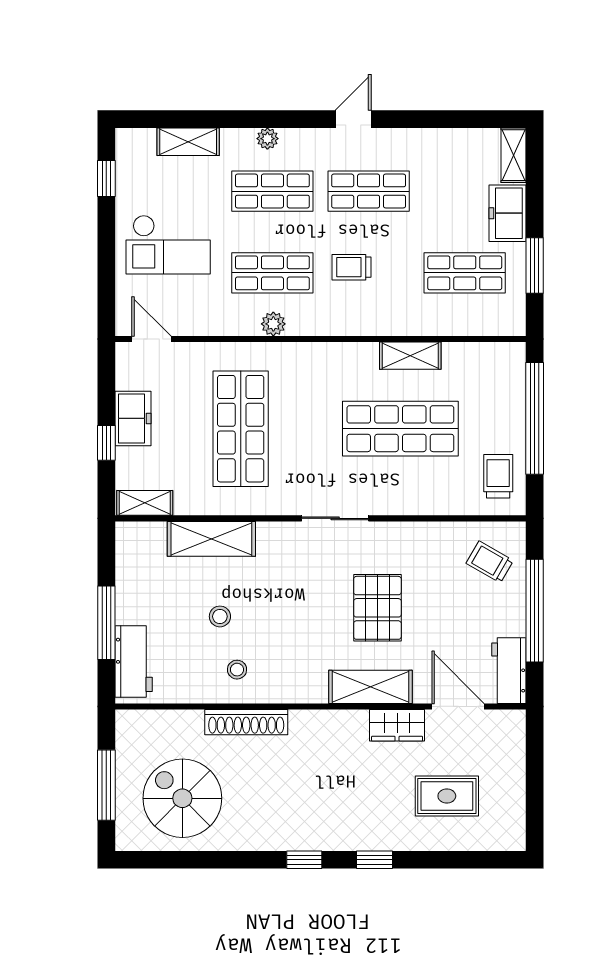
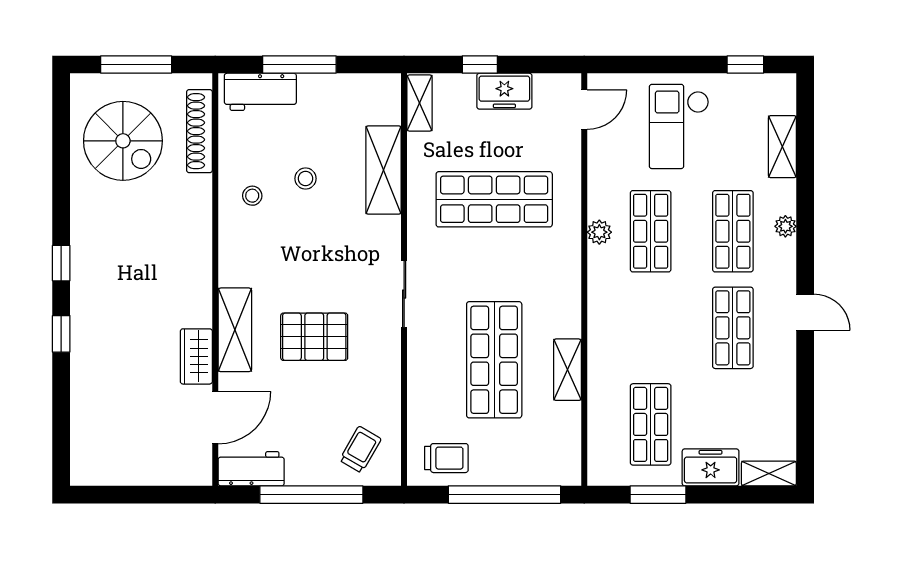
trolley: (352, 267) -> (656, 311), removed
shoe rack: (246, 722) -> (199, 131), moved
rug: (447, 796) -> (125, 406), removed
spiral stairs: (182, 798) -> (123, 141), turned 90

